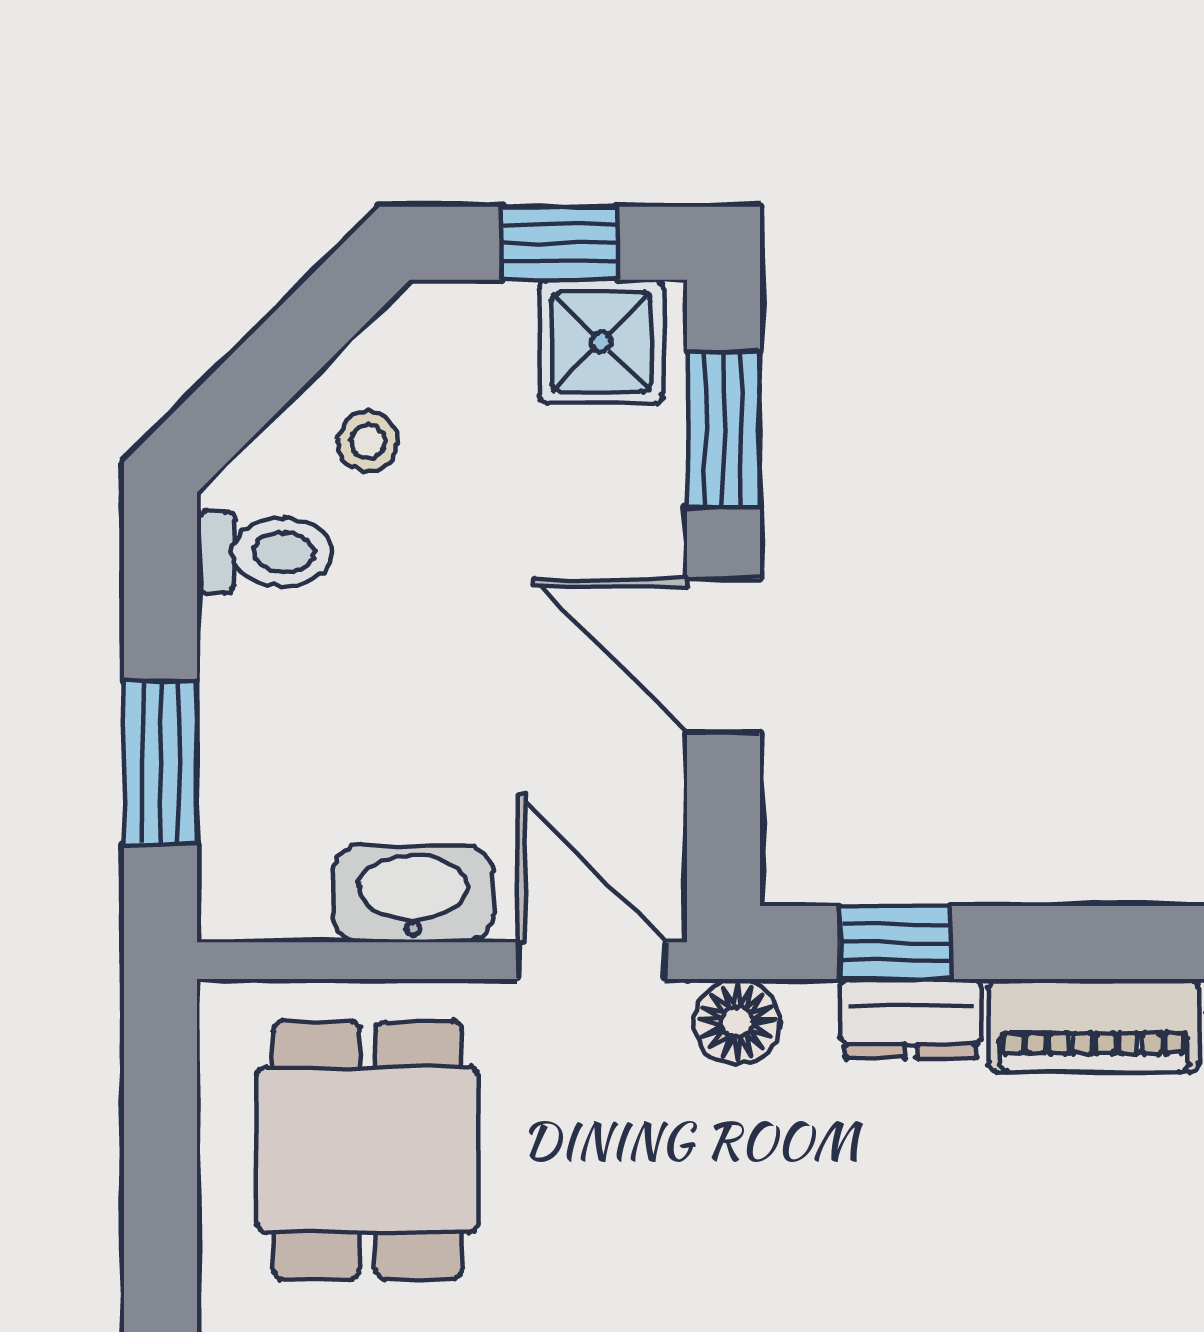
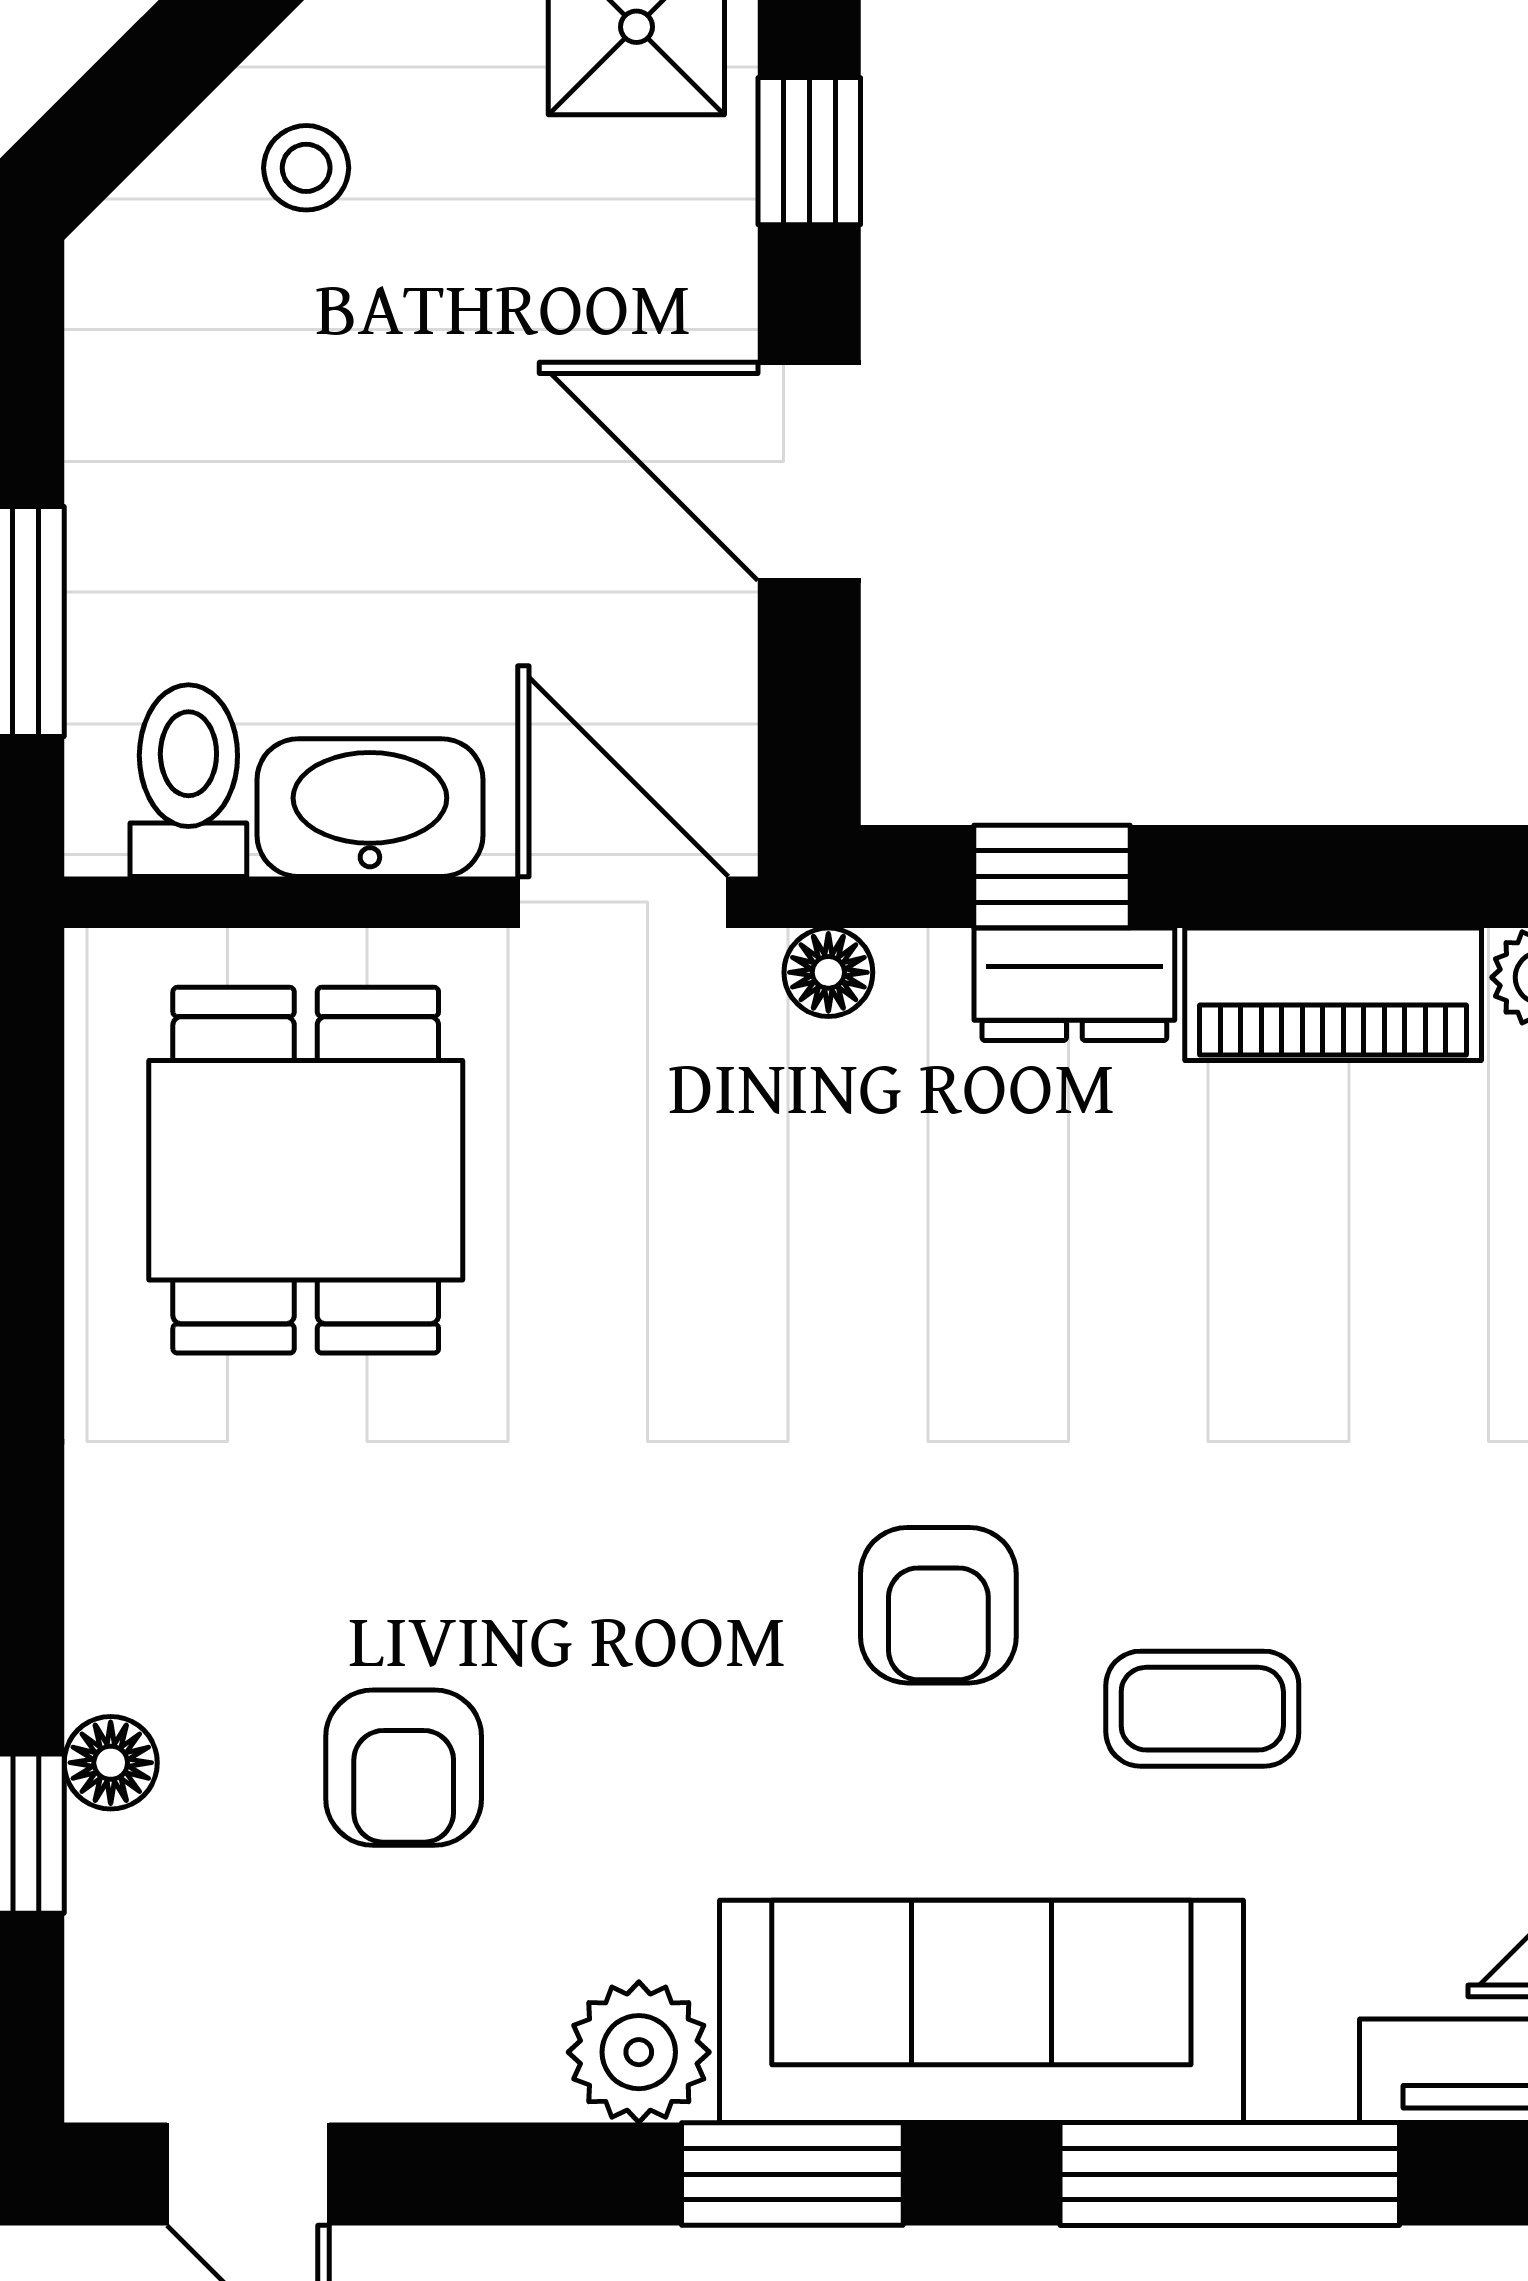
window: (724, 430) -> (809, 151), width x0.67
toilet: (265, 552) -> (188, 781), moved, turned -90
floor lamp: (737, 1022) -> (828, 972), width x0.73, depth x0.73

